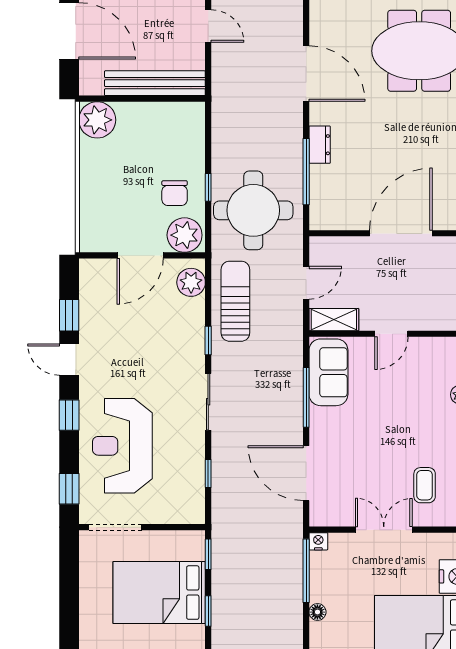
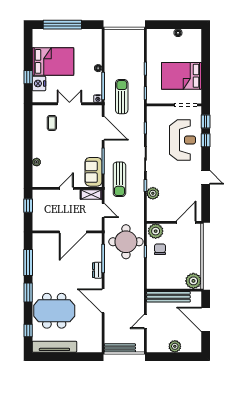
door: (208, 26) -> (145, 321), hinge flipped
door: (401, 233) -> (73, 232), moved
door: (140, 255) -> (186, 222), moved
plant: (191, 282) -> (153, 193), moved
door: (306, 283) -> (103, 210), swing flipped
sun lounger: (235, 301) -> (119, 179), moved
window: (69, 315) -> (206, 196), removed
window: (69, 415) -> (206, 140), moved
double door: (384, 530) -> (69, 104), swing flipped
sun lounger: (263, 546) -> (122, 97), added
bed: (159, 593) -> (181, 76), moved, turned 180

